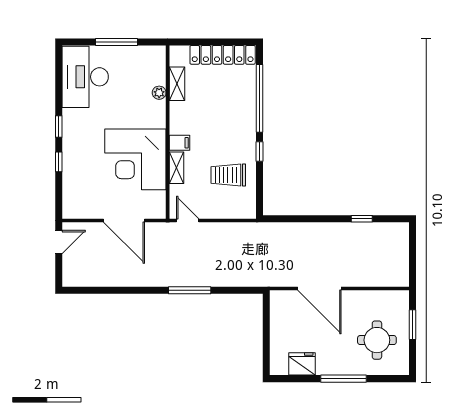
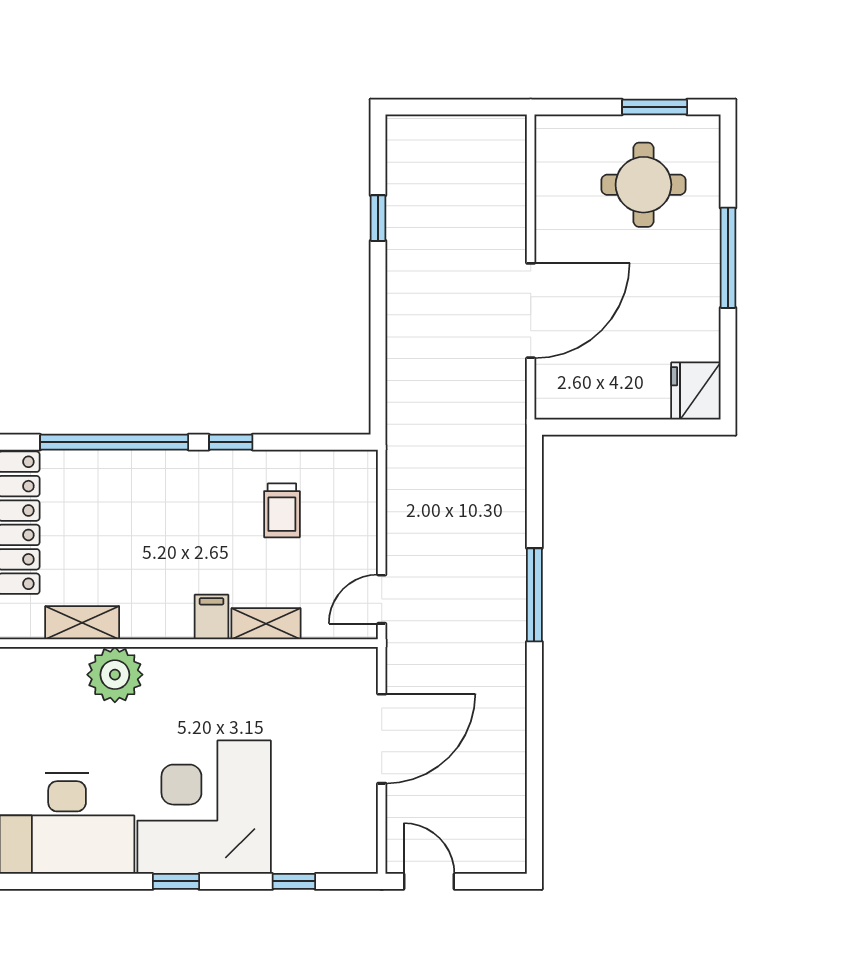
plant: (159, 93) -> (115, 675), width x1.88, depth x1.88
corner desk: (135, 159) -> (204, 807), moved, turned 180
window: (59, 162) -> (294, 881), moved
trolley: (228, 175) -> (282, 510), width x0.73, depth x0.72
window: (412, 325) -> (655, 107), moved
fridge: (302, 364) -> (696, 391), moved

